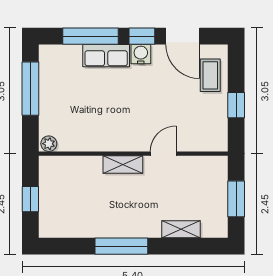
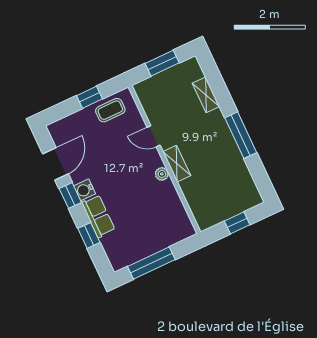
window: (90, 36) -> (89, 235), width x0.46
coffee table: (210, 75) -> (110, 110), moved
plant: (49, 144) -> (162, 174), moved

